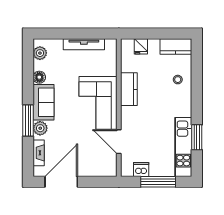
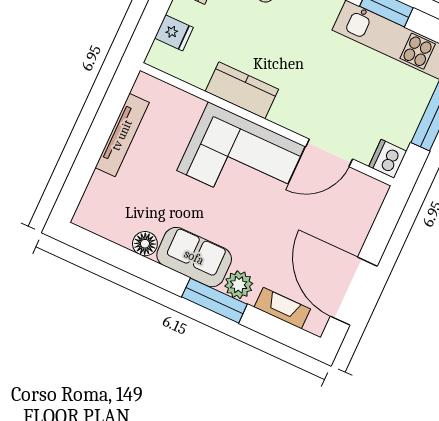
plant: (40, 53) -> (102, 222), removed
dishwasher: (141, 169) -> (388, 159), moved

